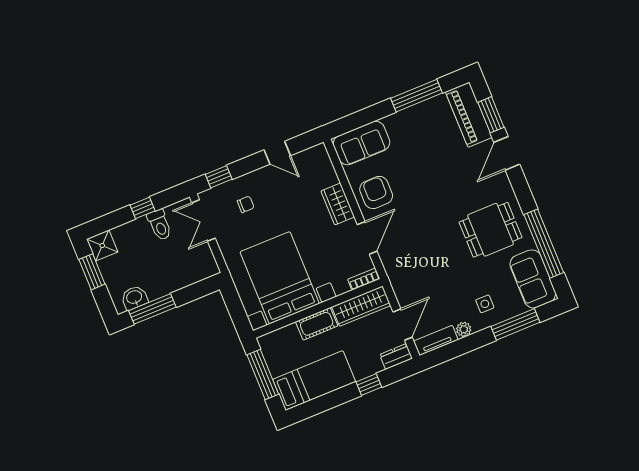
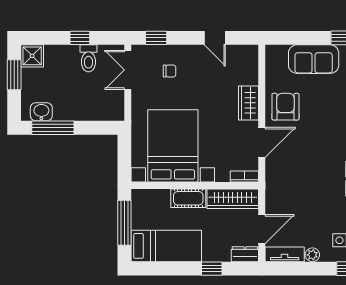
sofa: (361, 143) -> (314, 59), moved

